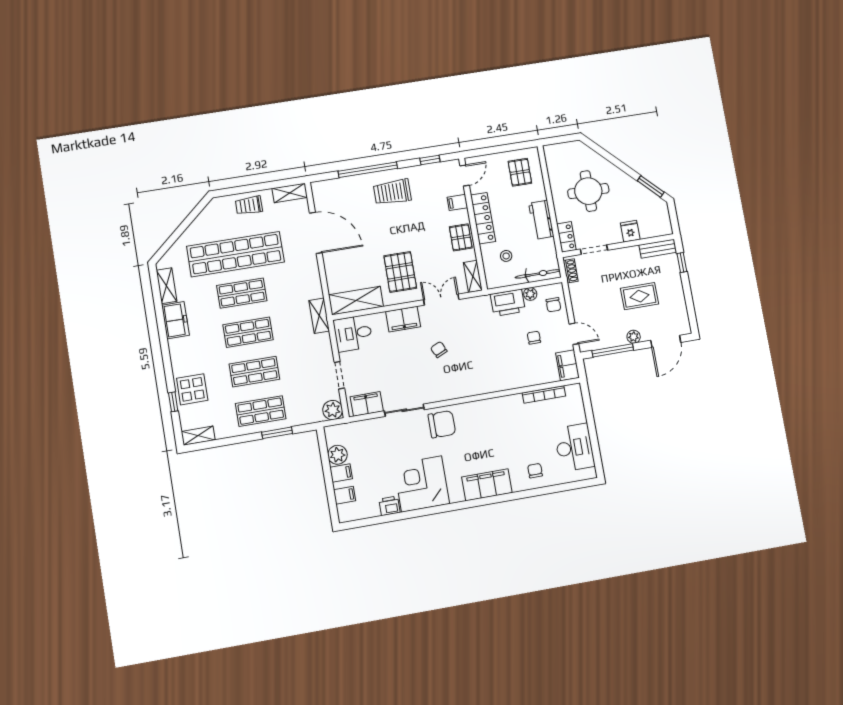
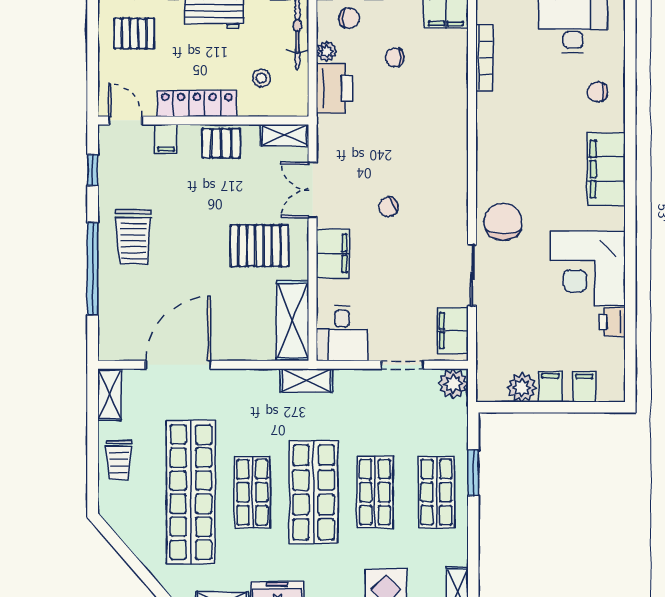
shop shelf: (248, 332) -> (314, 492), width x1.43, depth x1.36

